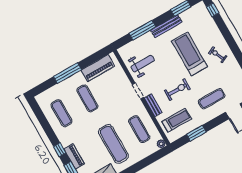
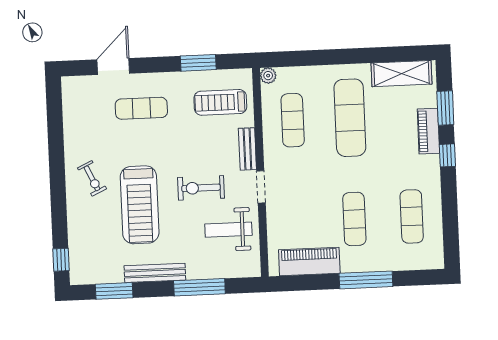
exercise bike: (177, 90) -> (201, 188), moved

